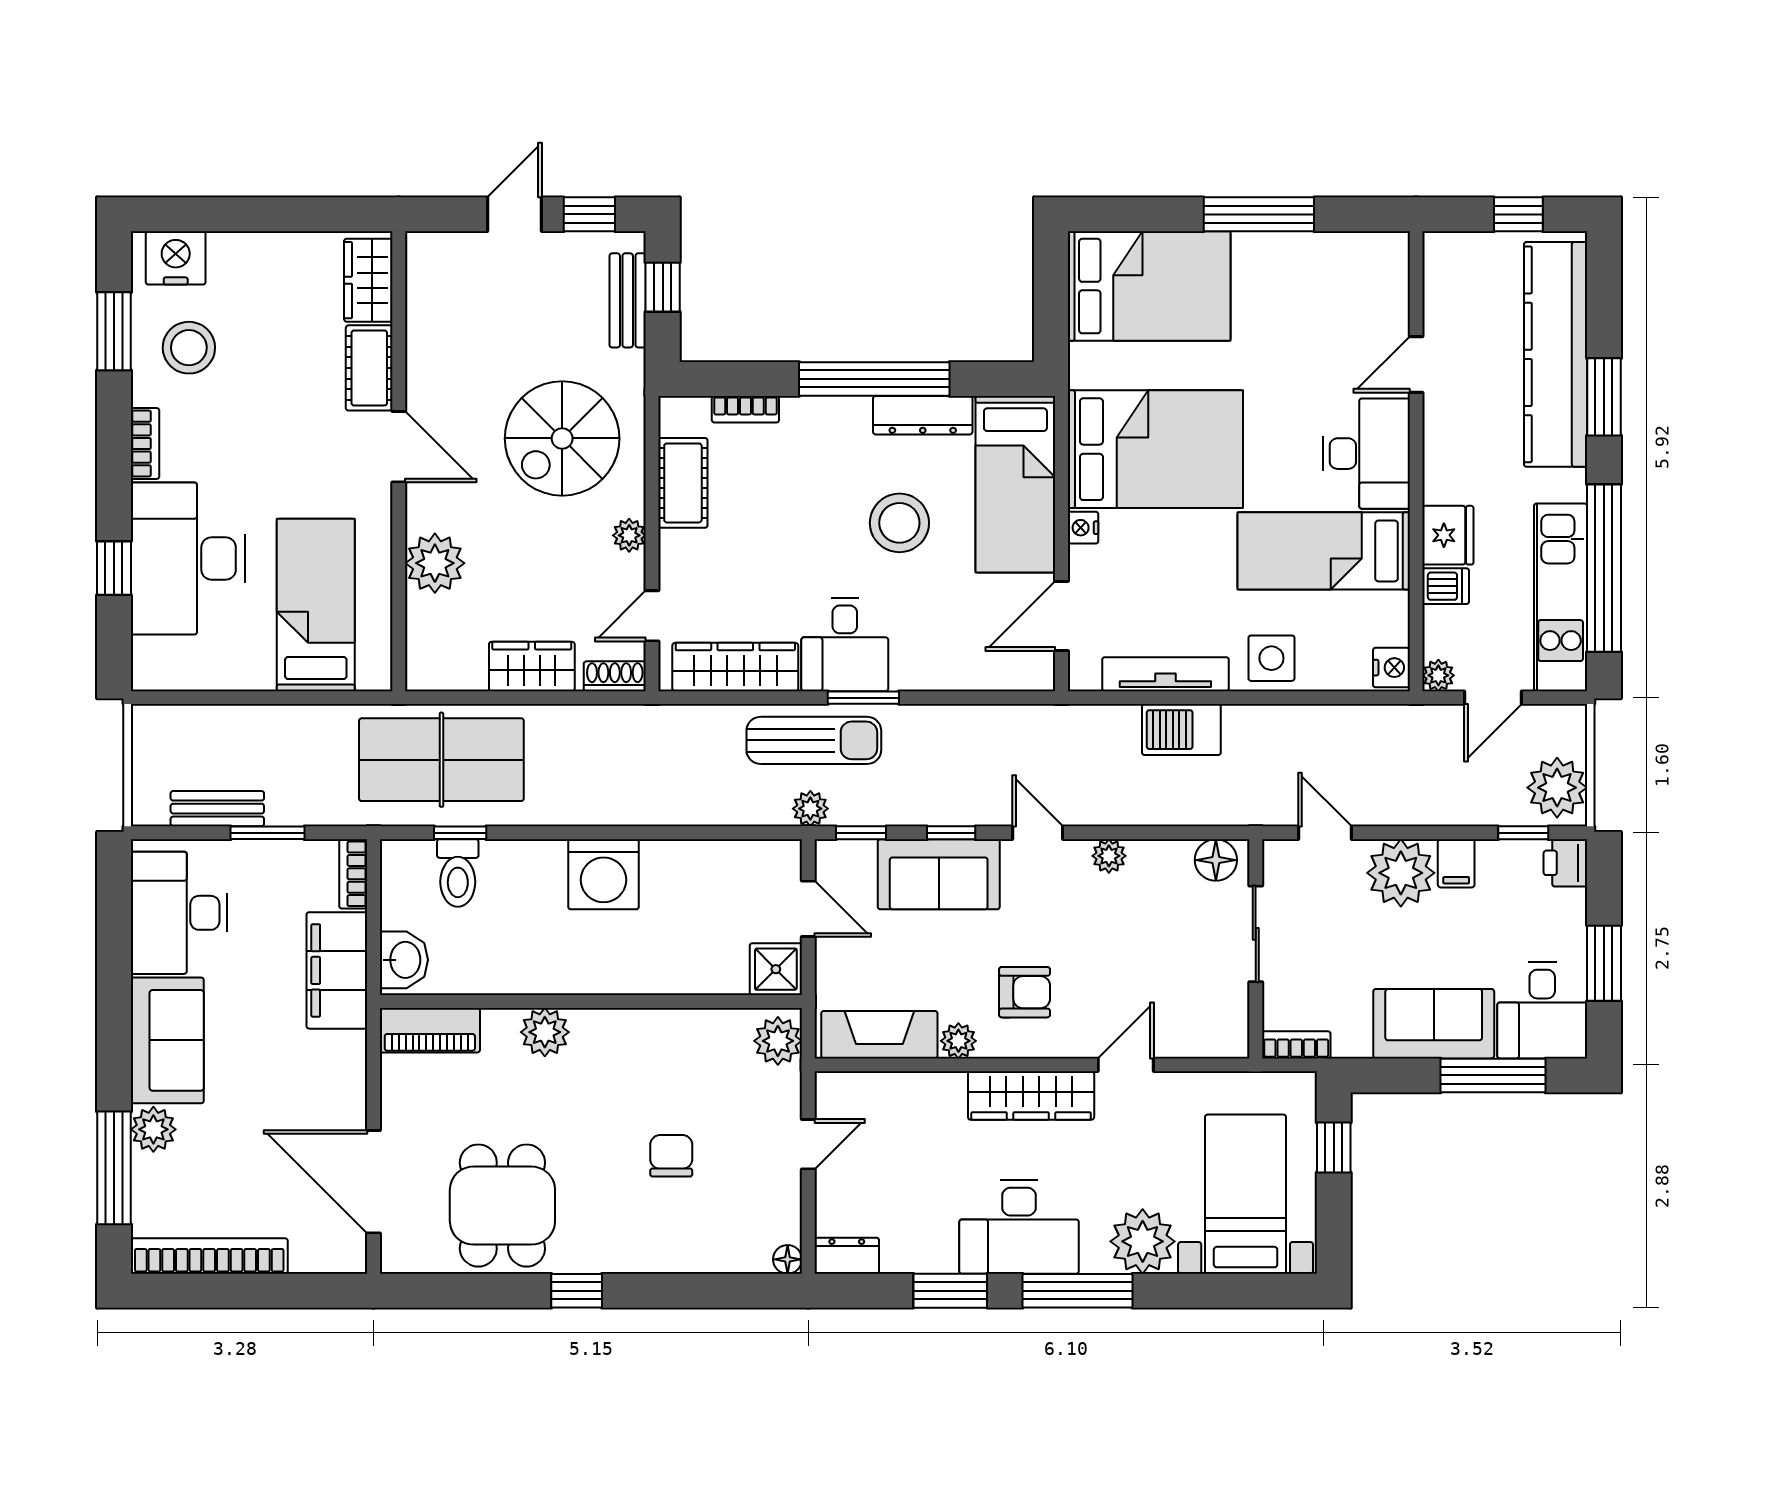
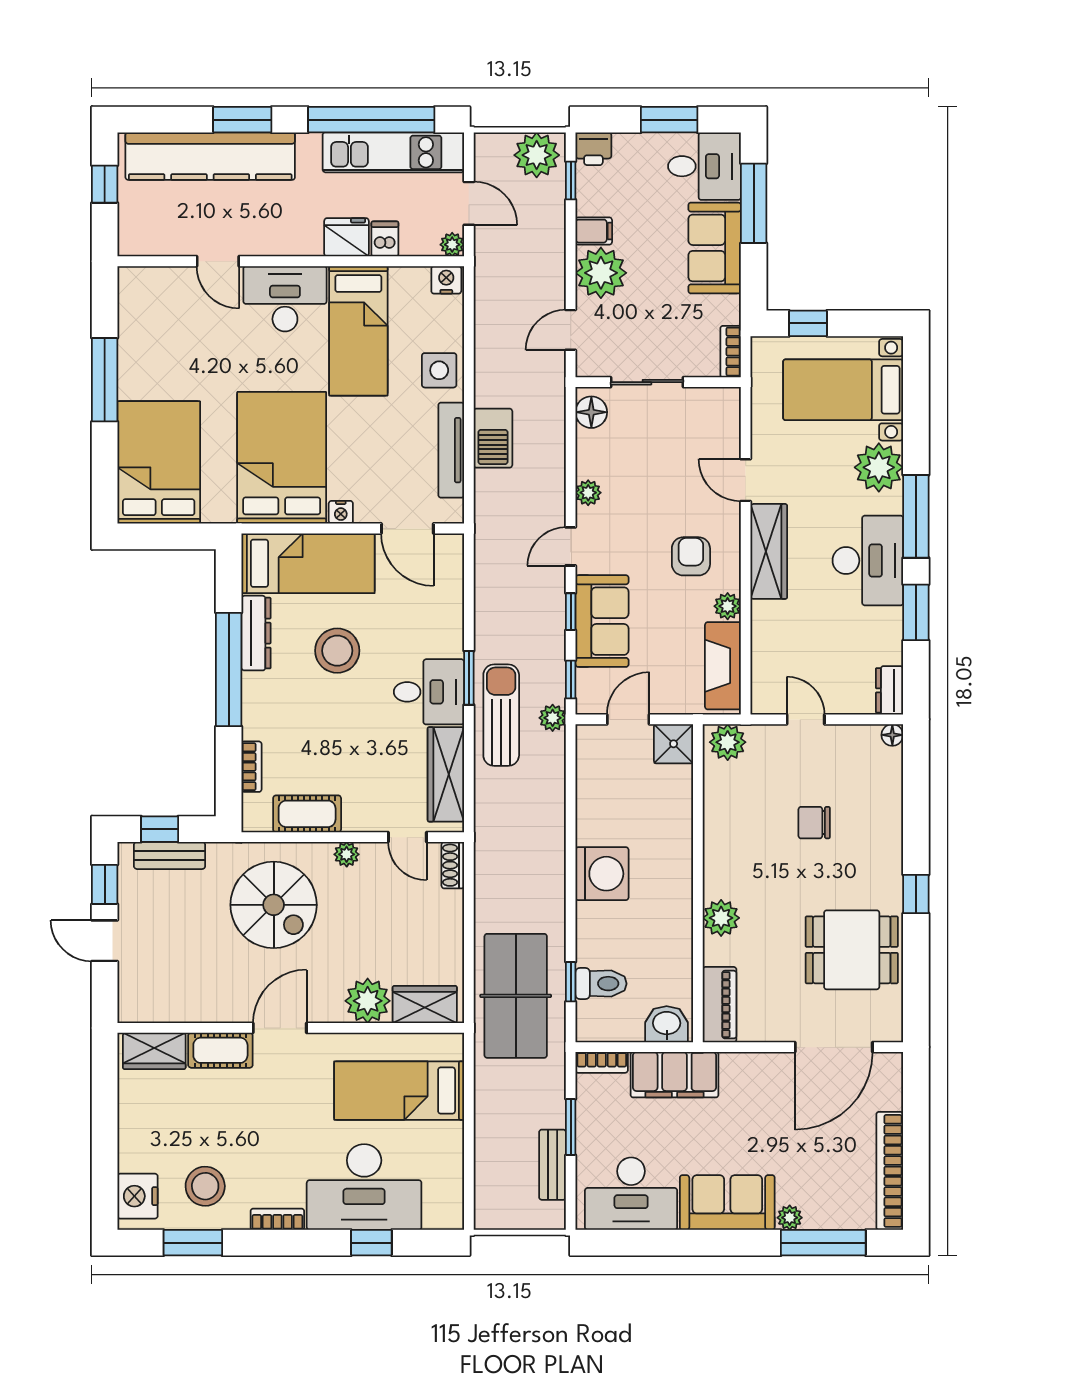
wardrobe: (532, 666) -> (425, 1004), moved, turned 90
plant: (153, 1129) -> (790, 1218), width x0.73, depth x0.73

